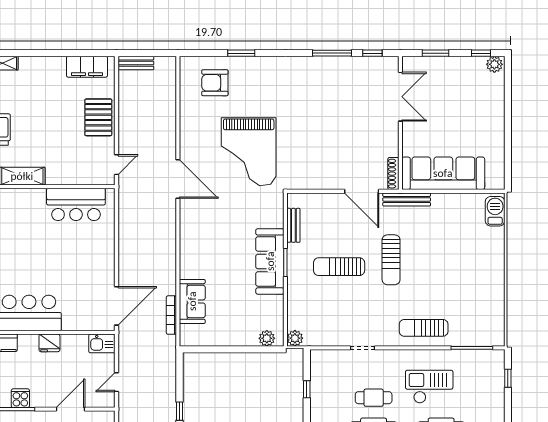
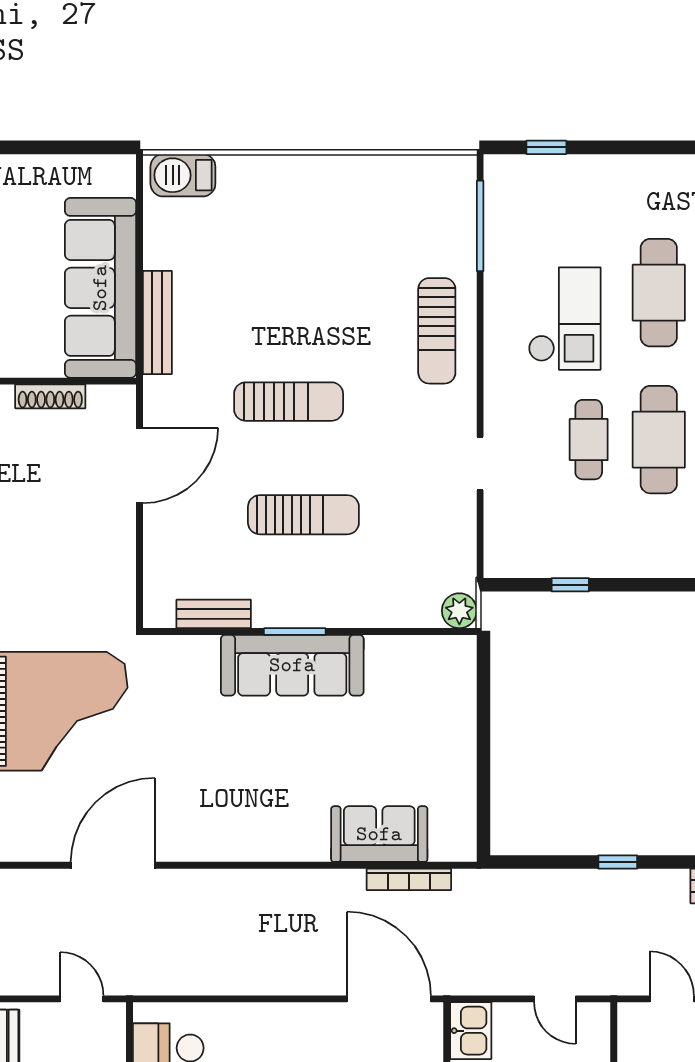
shoe rack: (393, 174) -> (50, 396), moved
bench: (407, 199) -> (157, 322), moved
sun lounger: (339, 267) -> (303, 515), turned -90
plant: (267, 338) -> (459, 672), removed
checkout: (429, 387) -> (565, 319), turned 180

